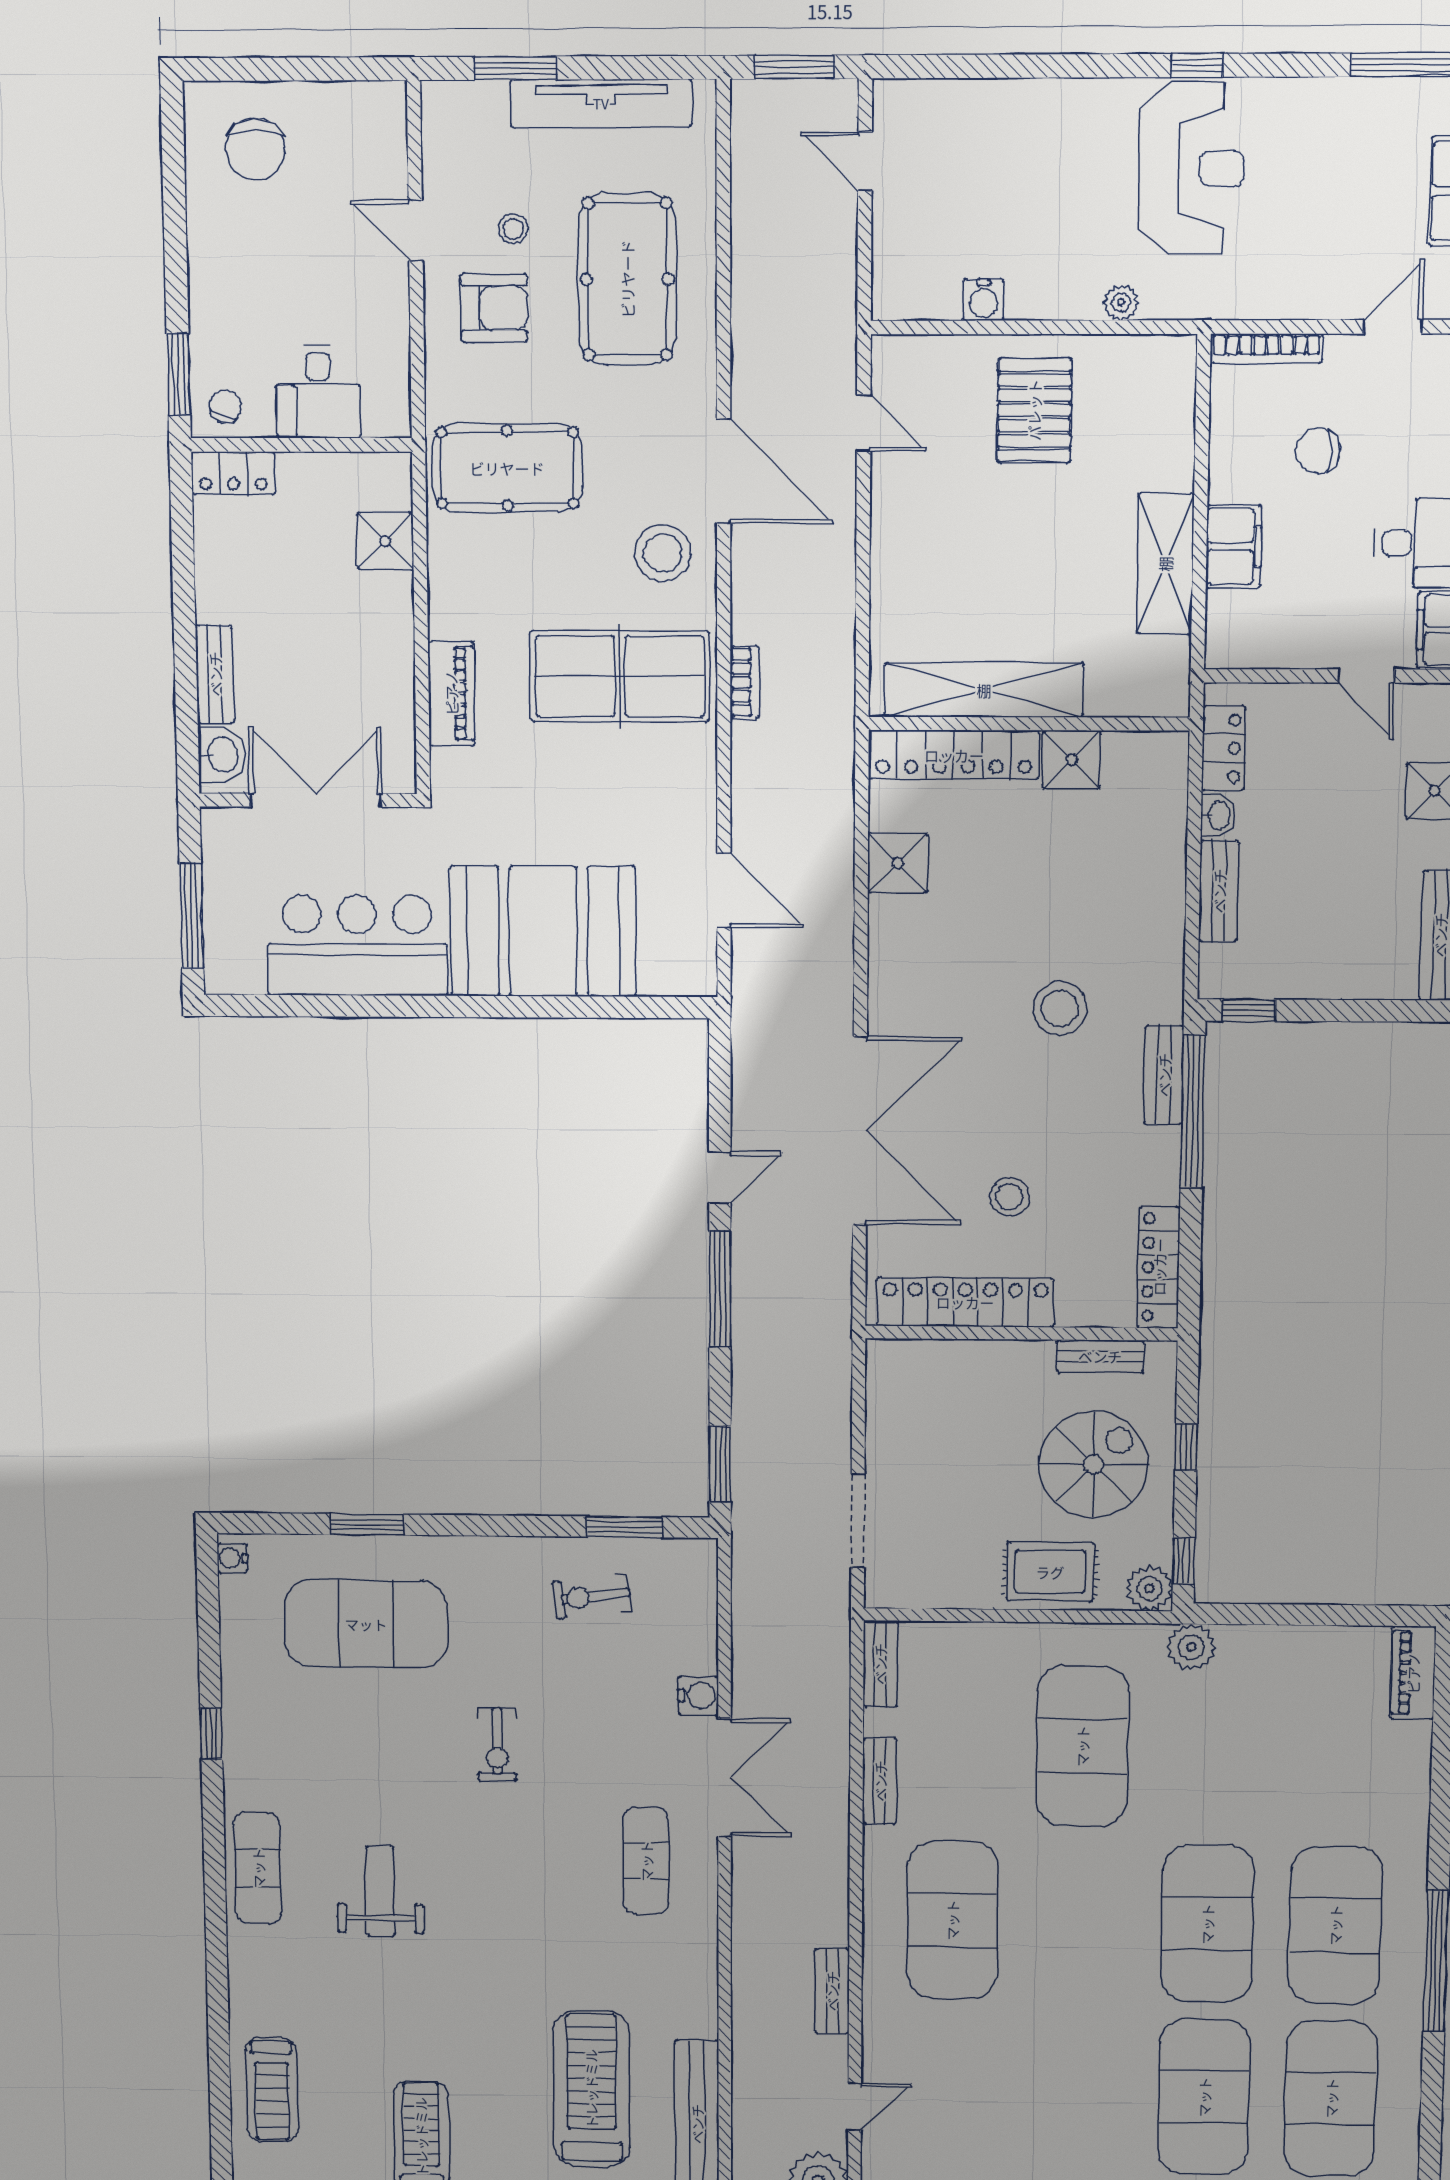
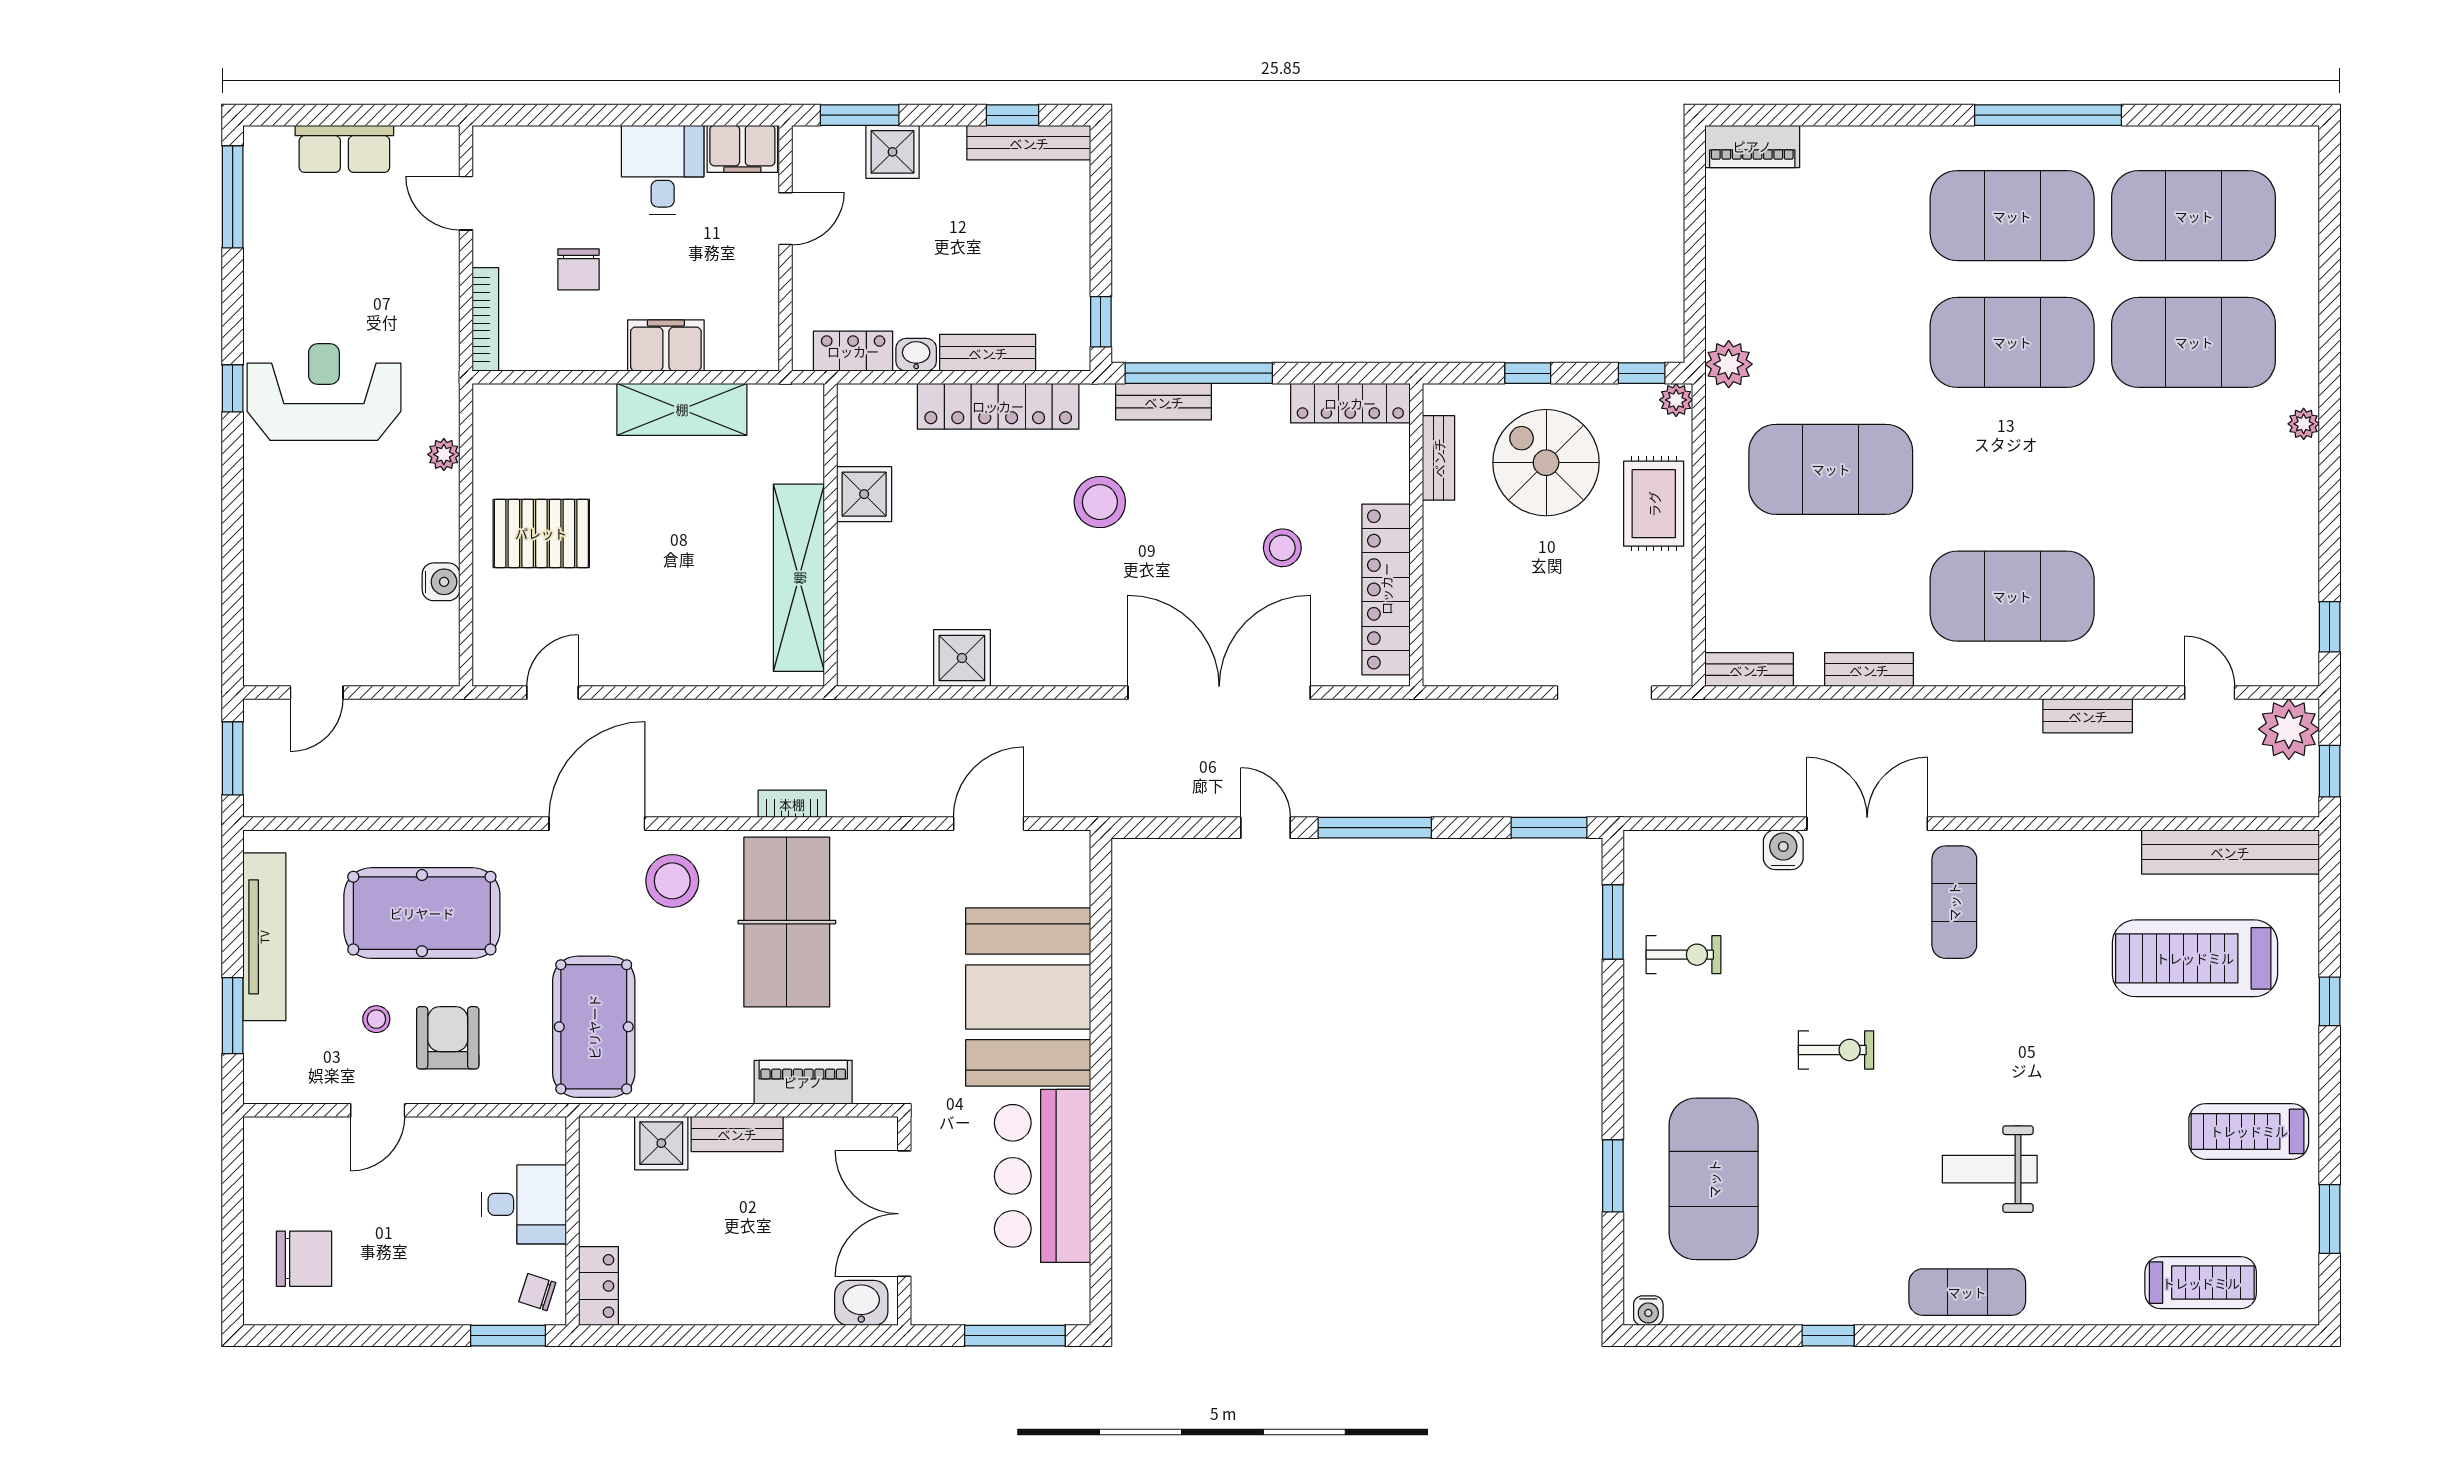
bench: (215, 674) -> (737, 1134), moved
locker: (954, 755) -> (998, 406), moved, turned 90
plant: (1149, 1589) -> (1676, 400), width x0.73, depth x0.73
exercise bike: (592, 1596) -> (1683, 955), turned -83
exercise mat: (646, 1861) -> (1954, 902), turned 90

